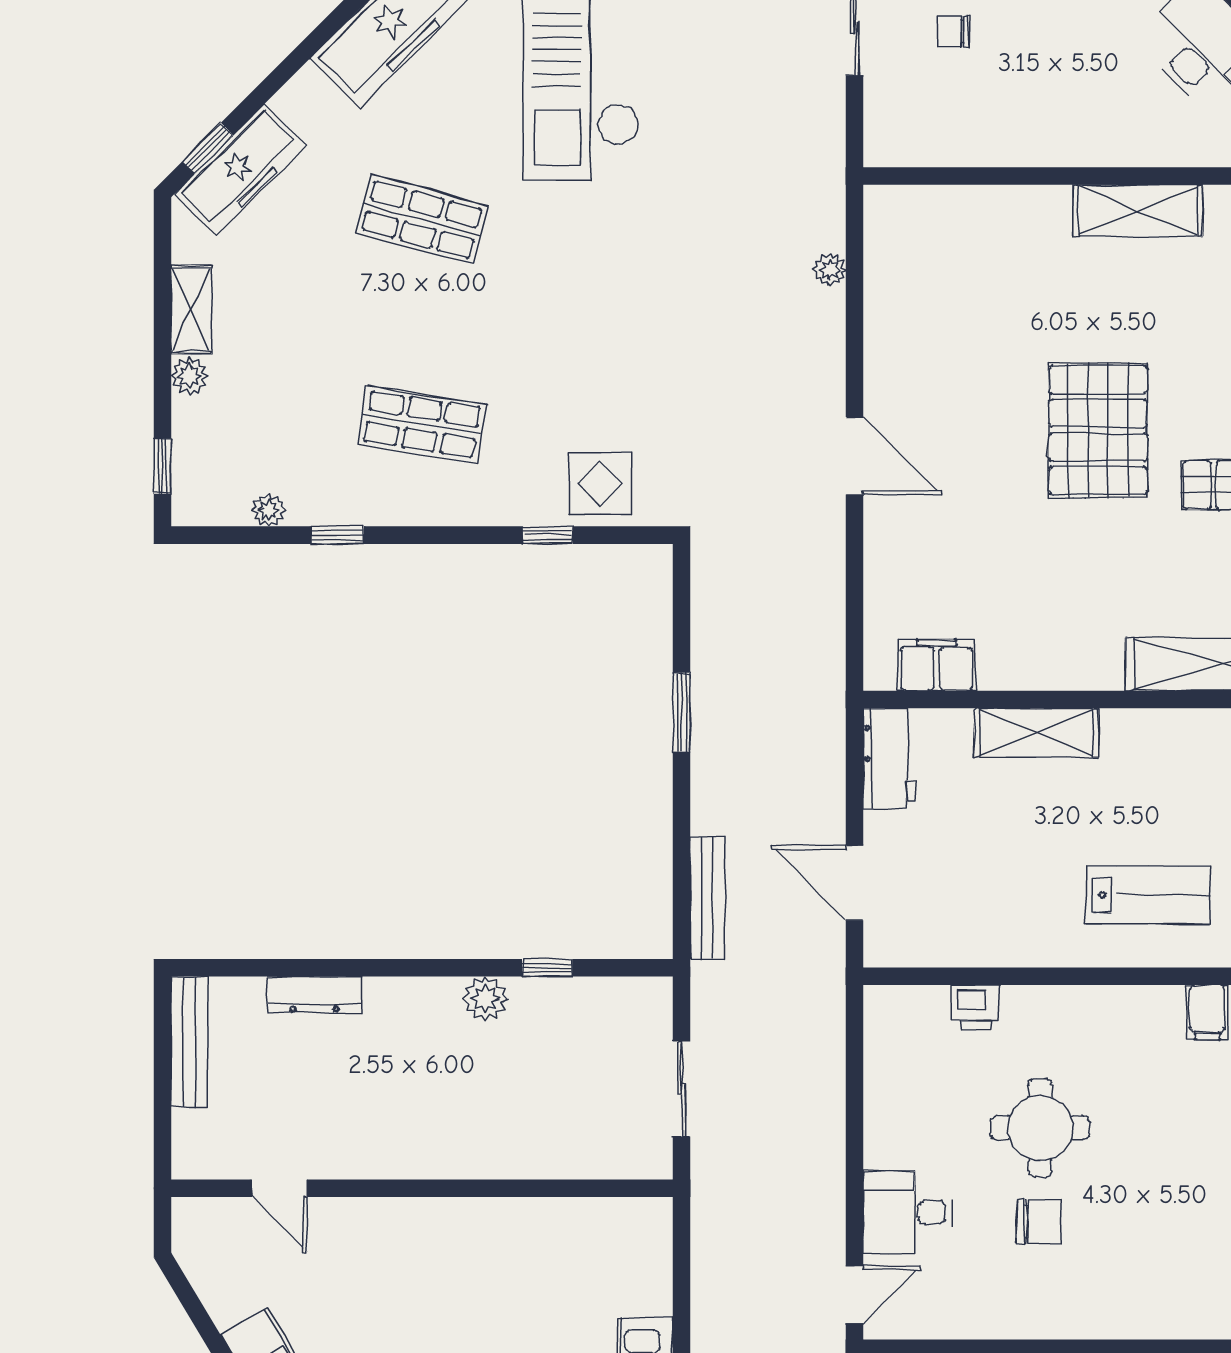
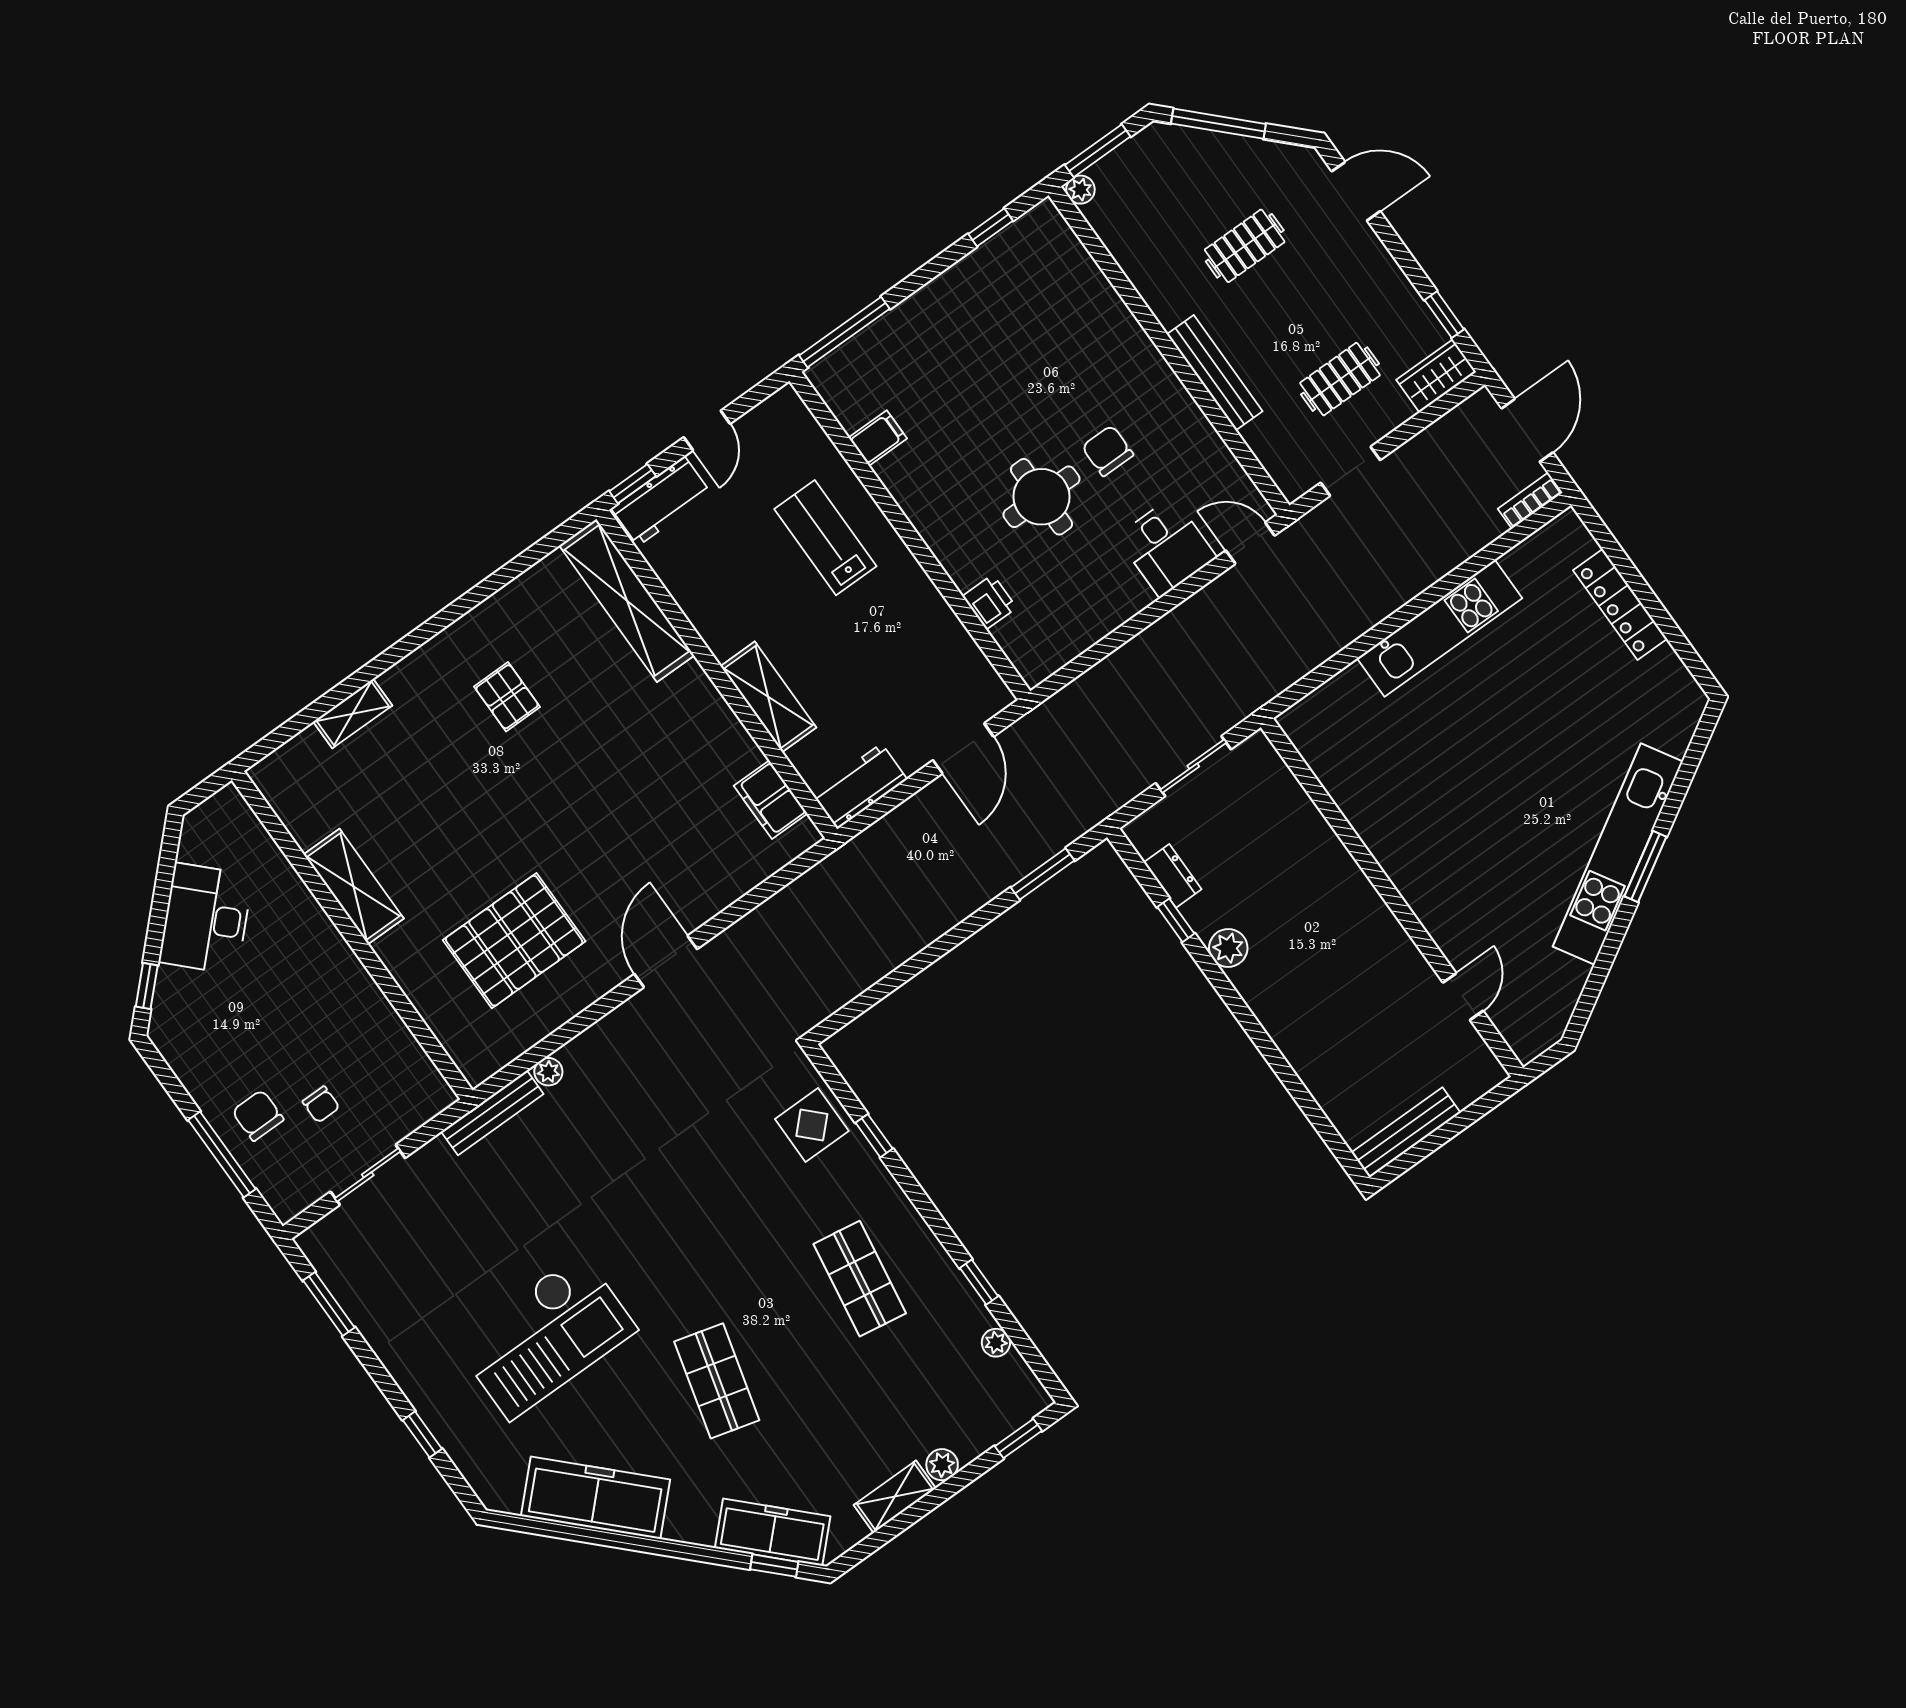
pallet: (1098, 430) -> (514, 941), moved
window: (682, 712) -> (1043, 874), moved
bench: (707, 898) -> (492, 1113), moved
dresser: (315, 995) -> (1173, 876), moved, width x0.70

